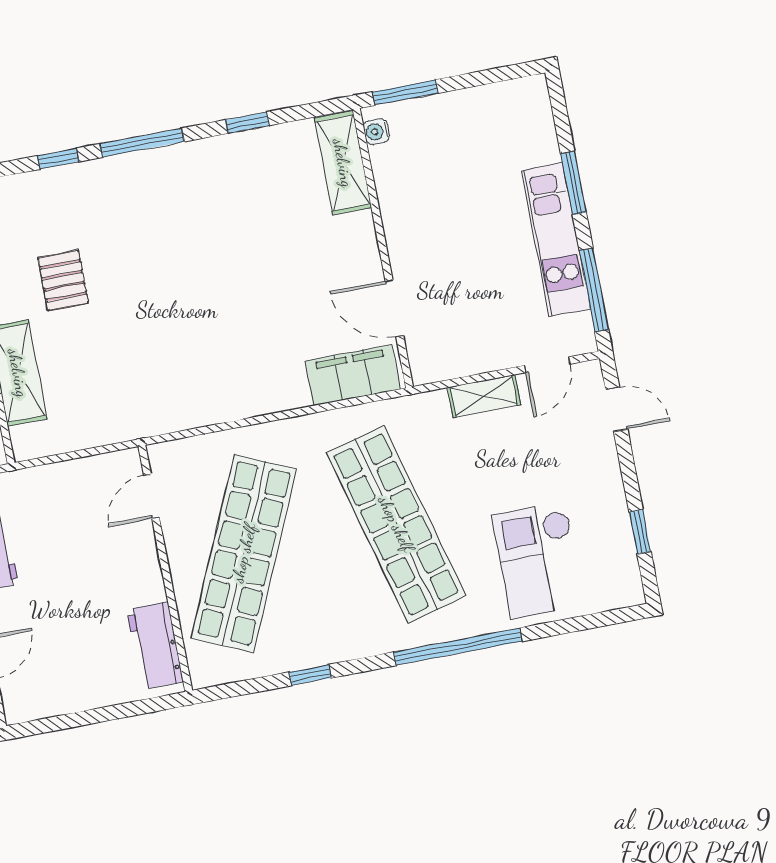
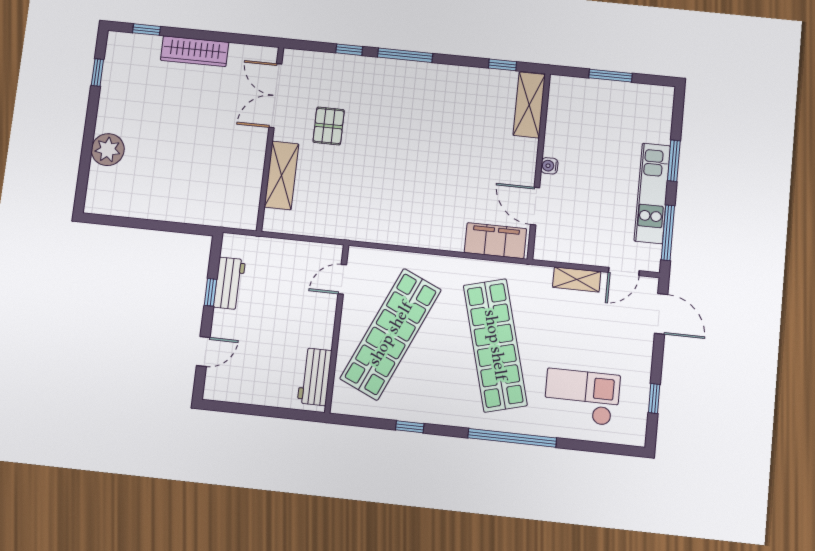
window: (405, 92) -> (610, 76), moved
window: (247, 123) -> (502, 65), moved
water cooler: (376, 132) -> (549, 166), moved
door: (617, 409) -> (661, 314), width x1.38
checkout: (539, 560) -> (582, 397), turned 90

